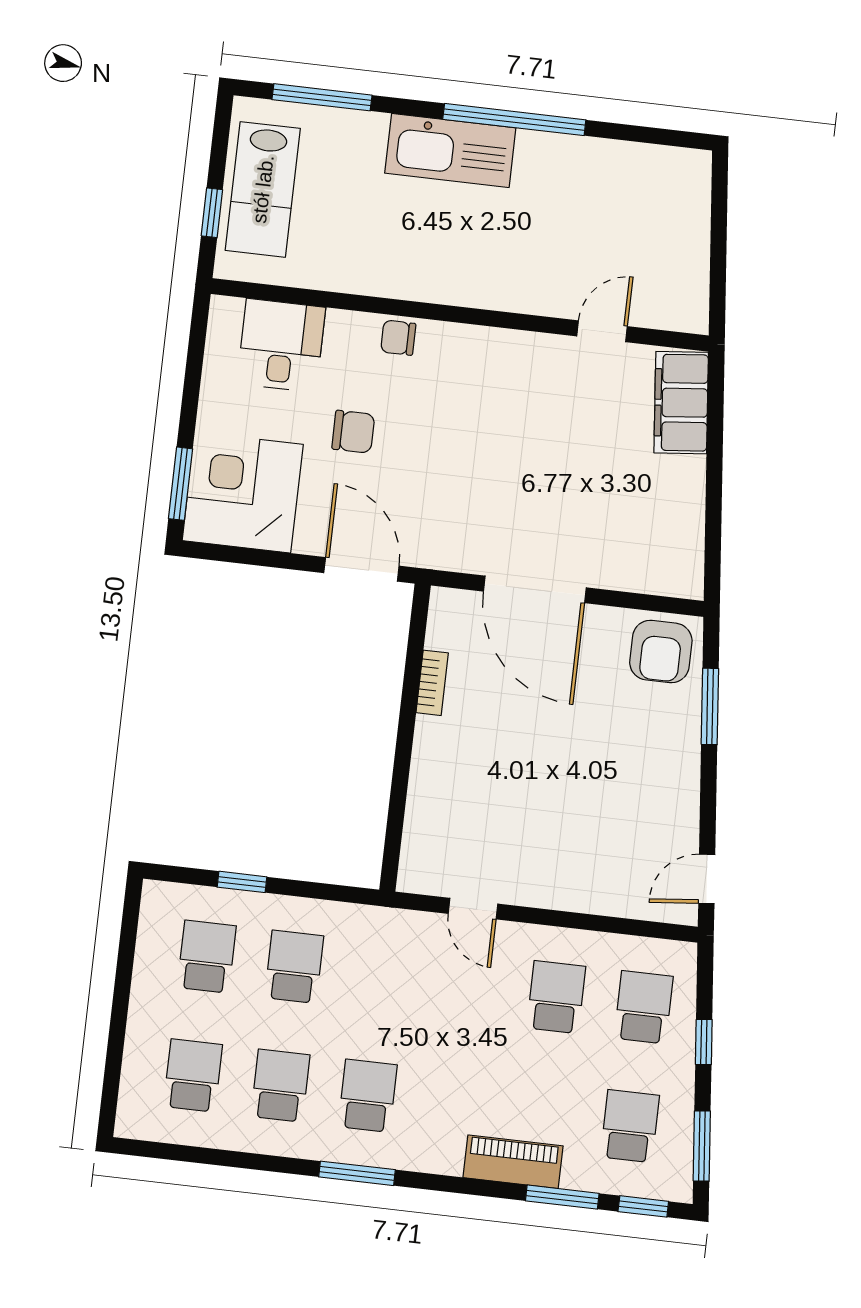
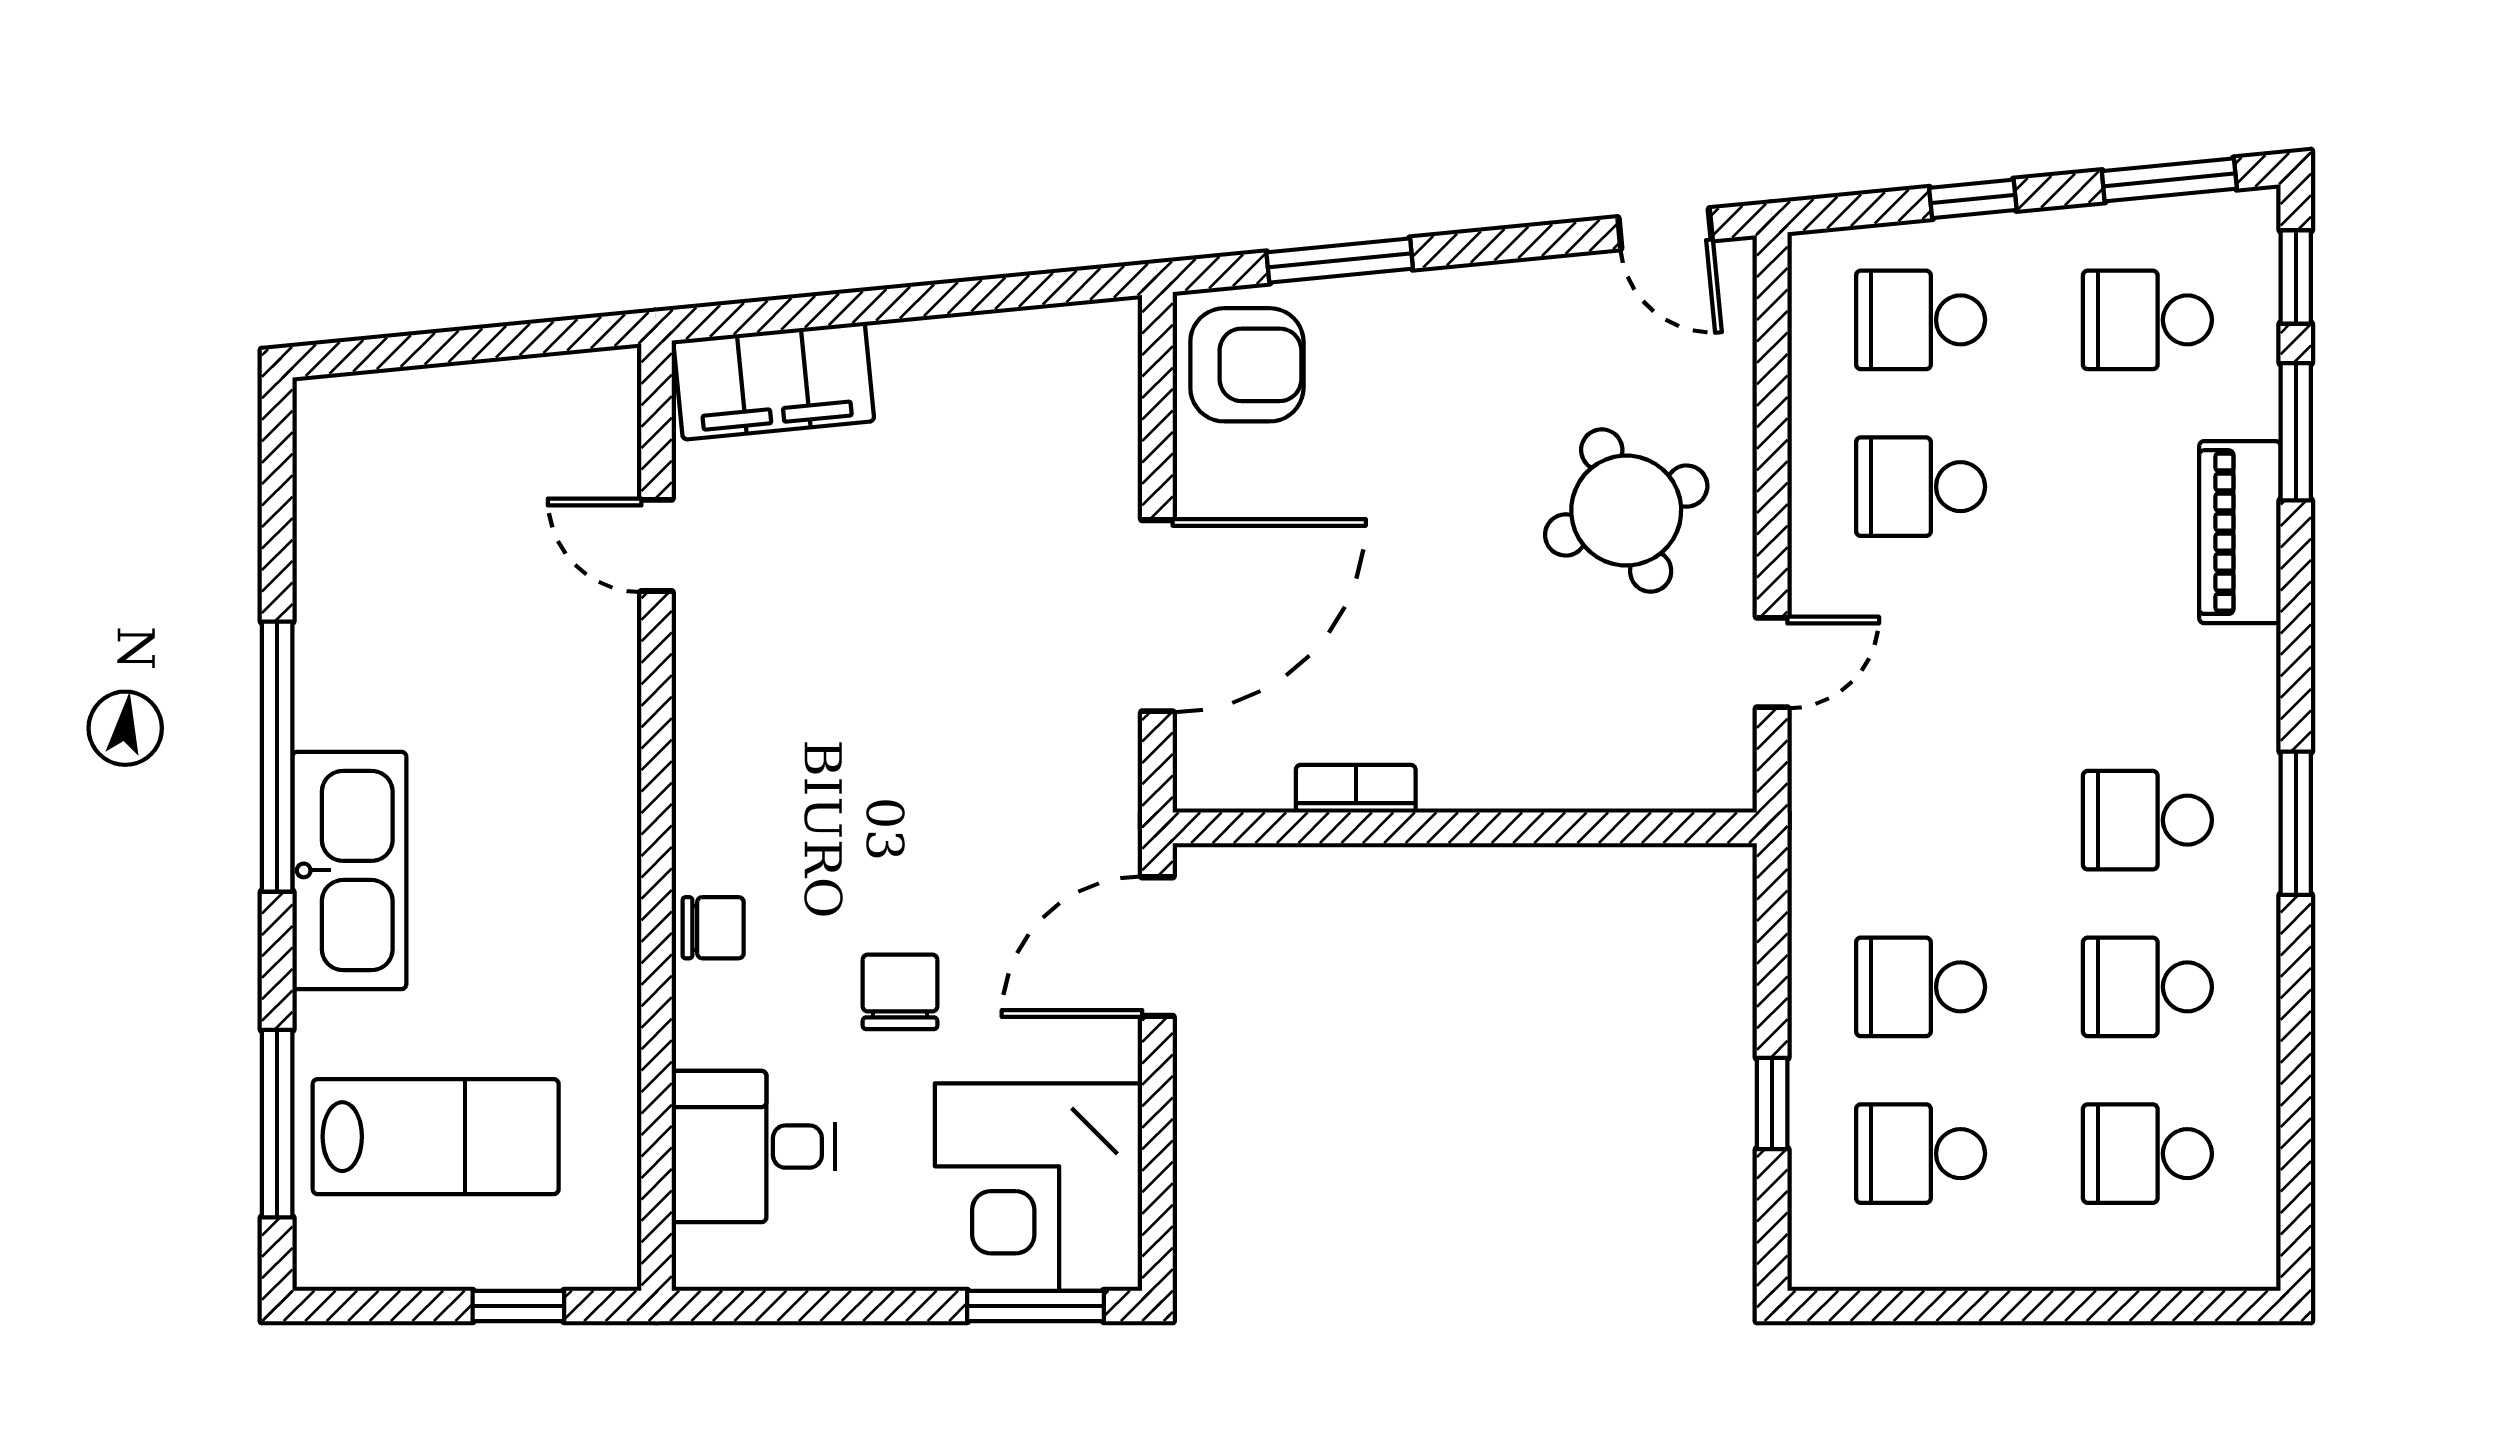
lab bench: (263, 189) -> (436, 1137), moved
chair: (398, 338) -> (713, 928), turned -90
round table: (562, 841) -> (1626, 511), added

